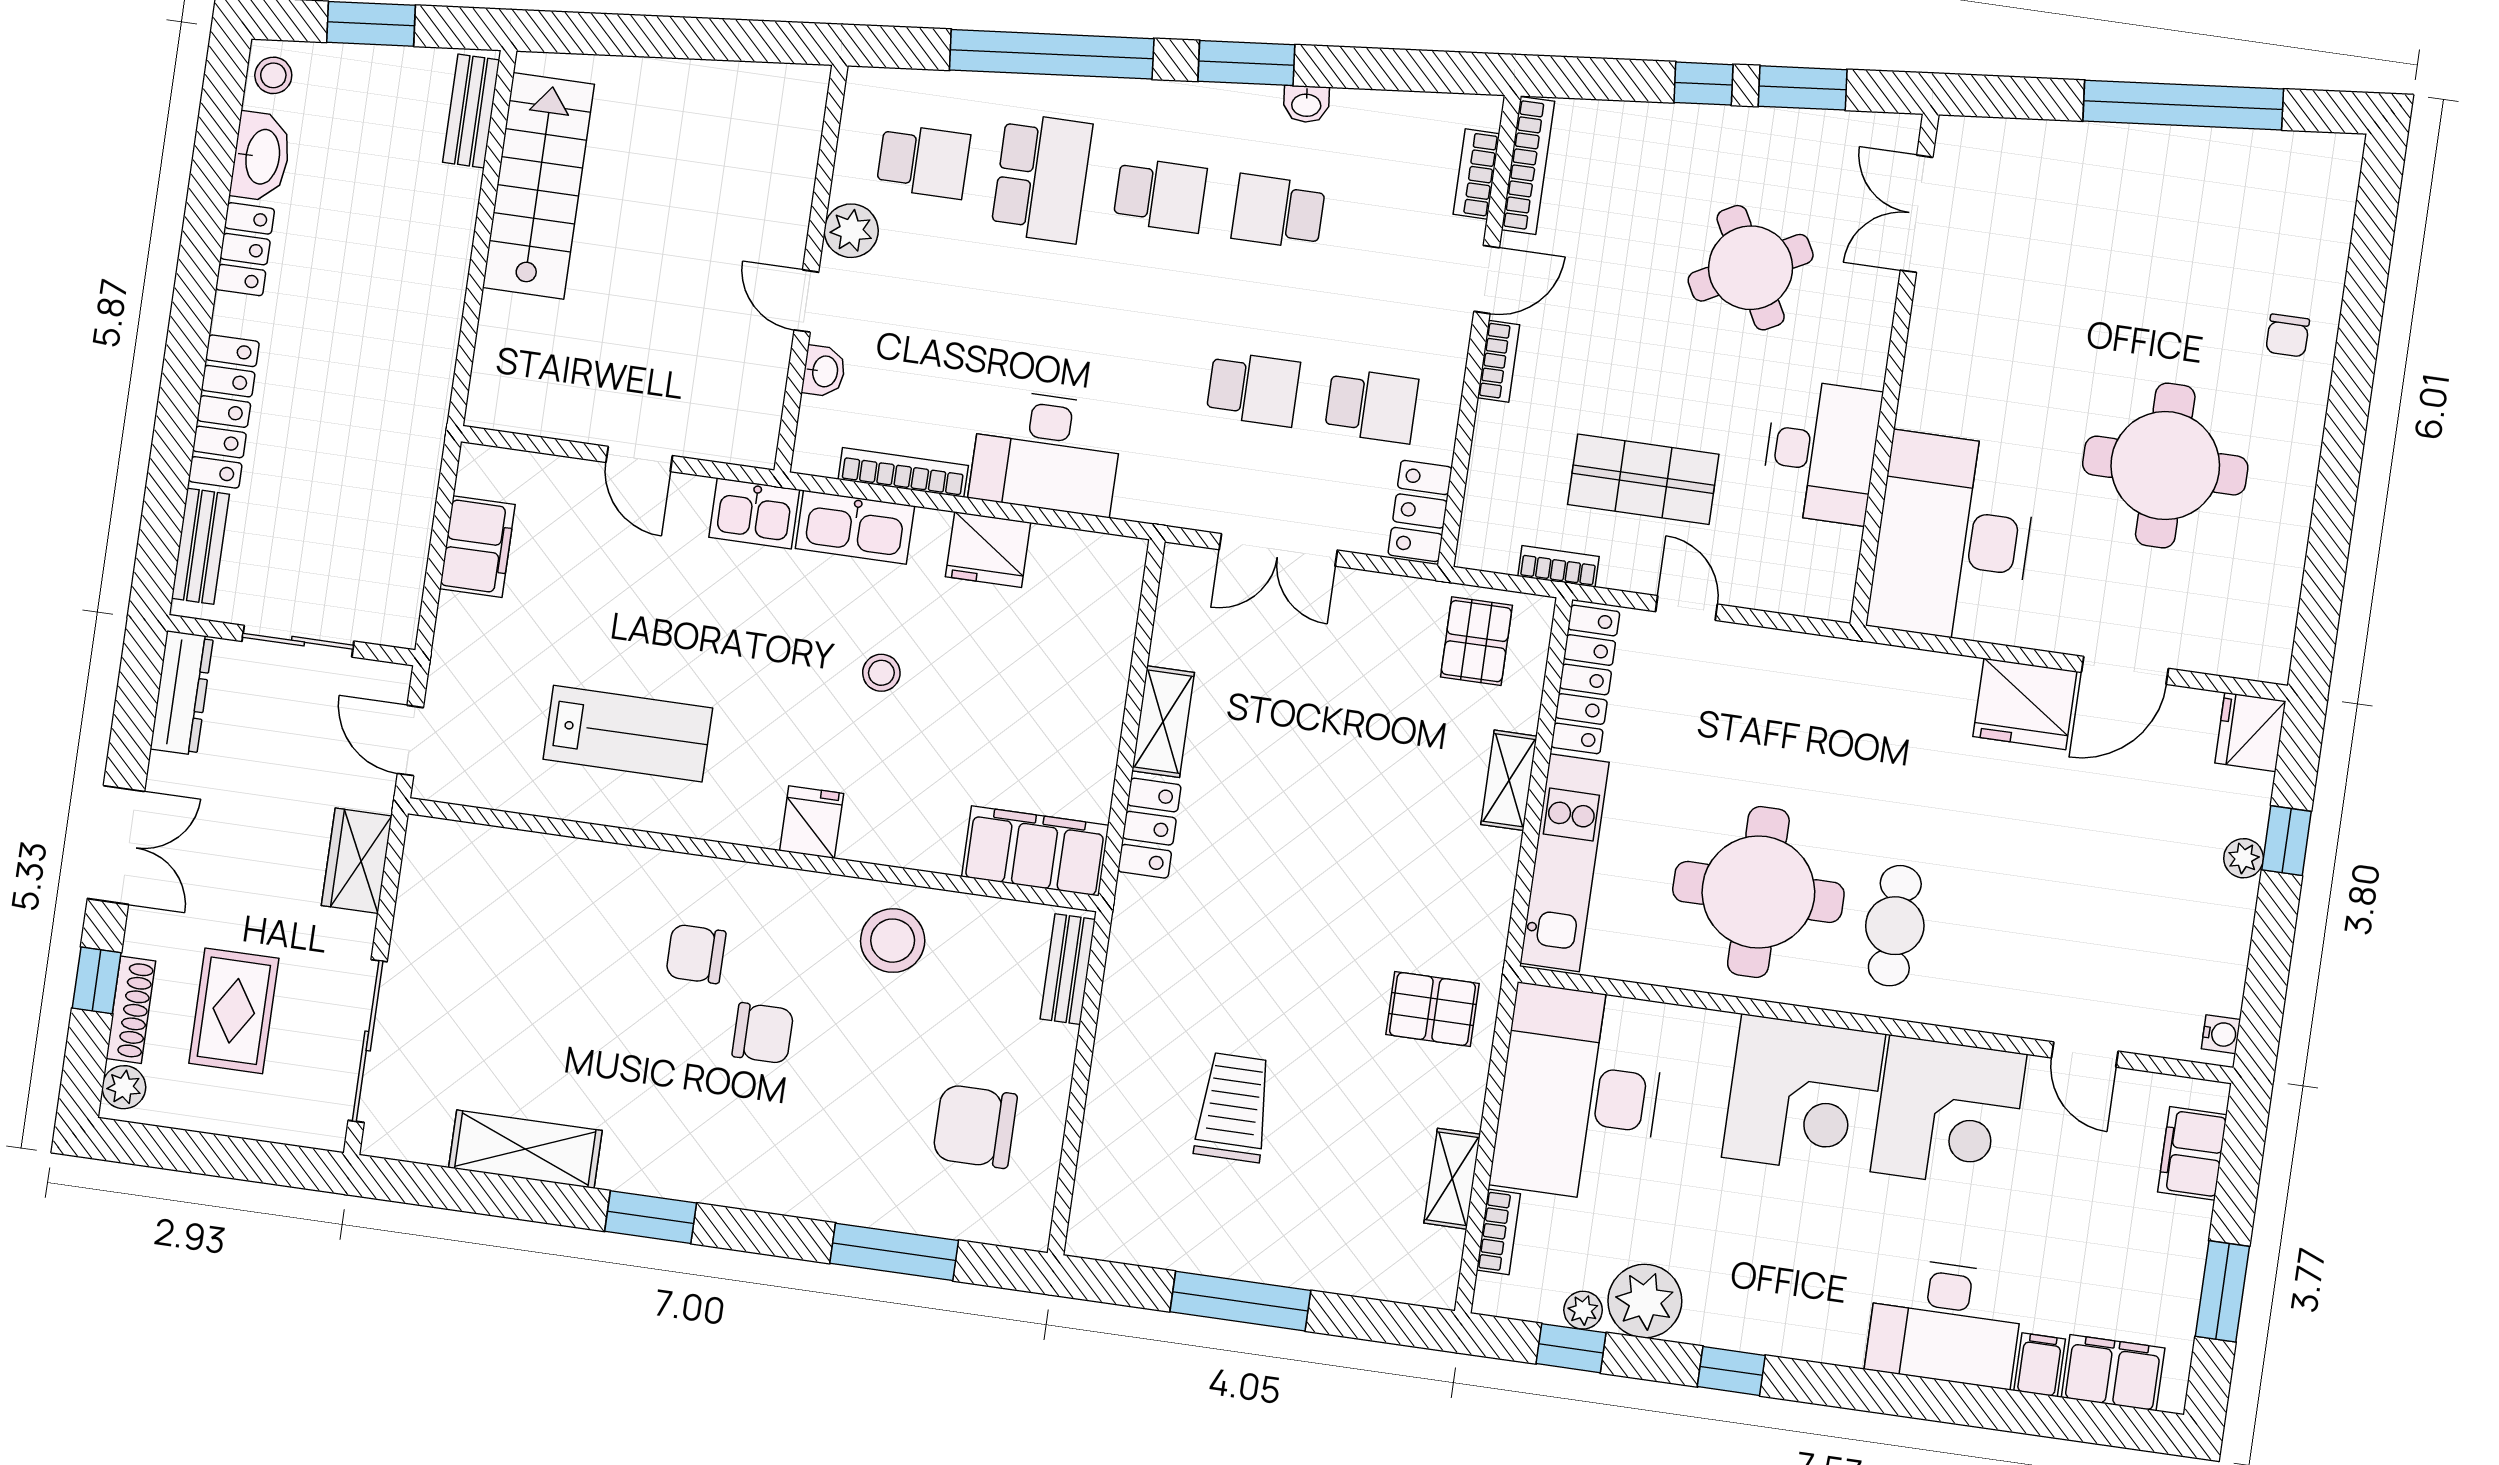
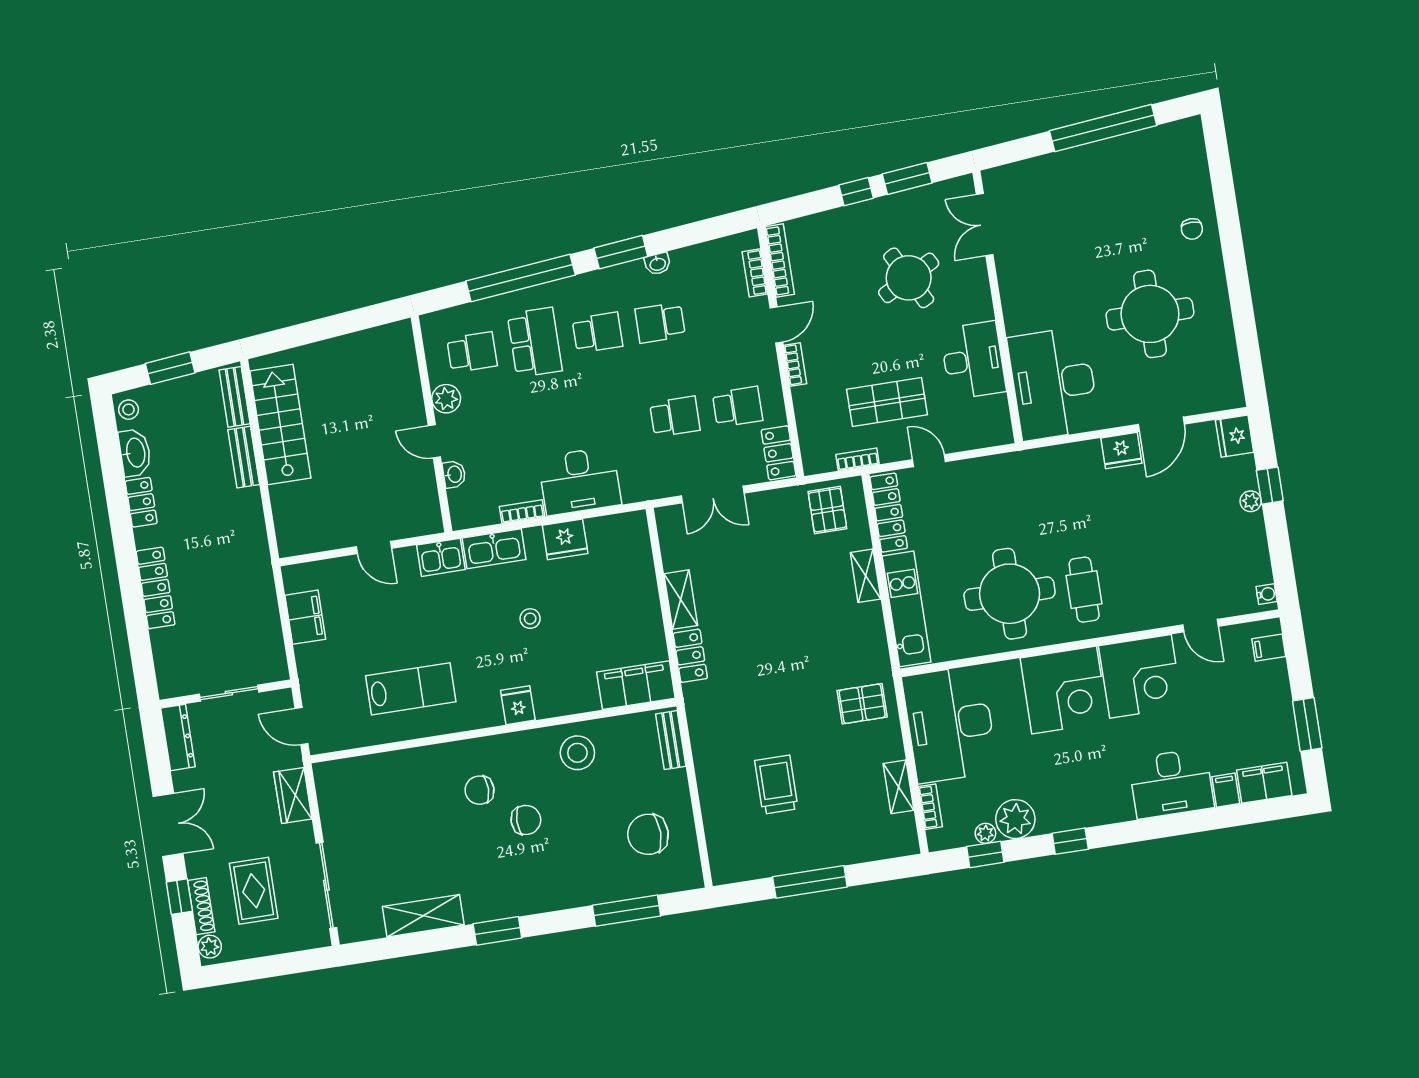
bookcase: (903, 472) -> (522, 512), width x0.64
bench: (200, 546) -> (244, 457), moved
fridge: (2025, 704) -> (1121, 451), width x0.73, depth x0.75
filing cabinet: (2192, 1153) -> (1269, 648), width x0.50

